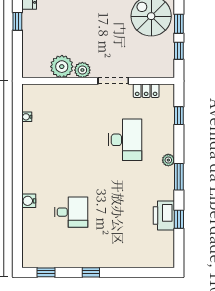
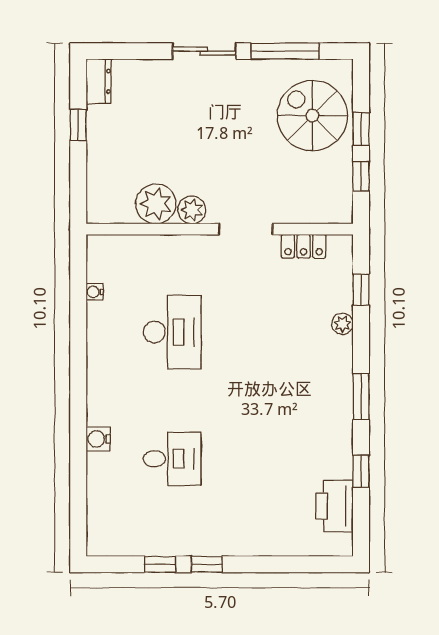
desk: (125, 140) -> (172, 332), moved
plant: (168, 160) -> (342, 324), moved
printer: (164, 216) -> (335, 506), moved
window: (46, 272) -> (160, 564), moved

